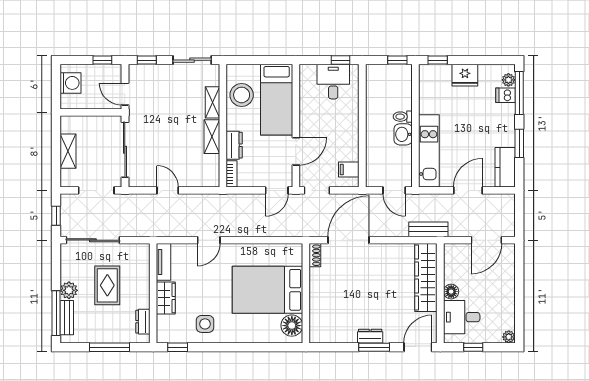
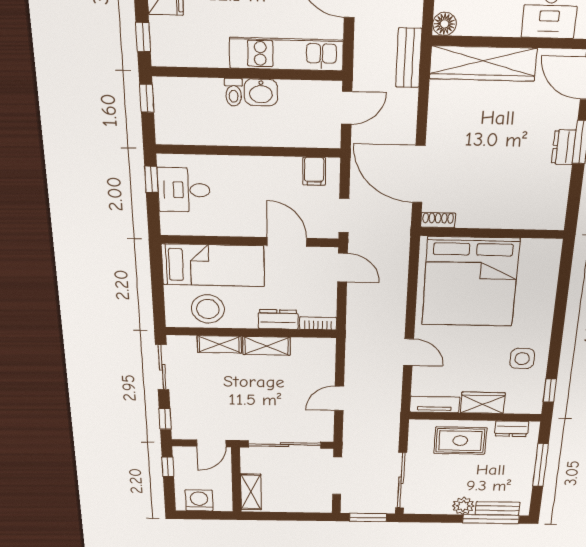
shelving: (68, 151) -> (251, 492), moved, turned 90
window: (56, 216) -> (368, 517), width x1.50
rug: (107, 285) -> (460, 441), moved
bed: (267, 290) -> (470, 282), width x1.36
floor lamp: (451, 292) -> (445, 24), moved
floor lamp: (292, 326) -> (536, 252), removed

